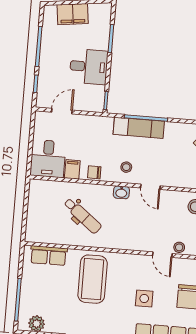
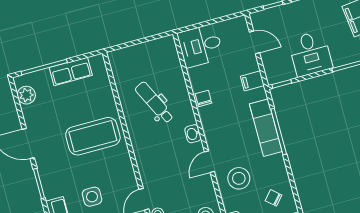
stool: (126, 167) -> (239, 178), moved, width x1.89, depth x1.89
filing cabinet: (72, 169) -> (252, 81), moved, turned 180
dental chair: (83, 216) -> (154, 103), turned 116
row of seats: (49, 256) -> (71, 71), moved, turned -90

